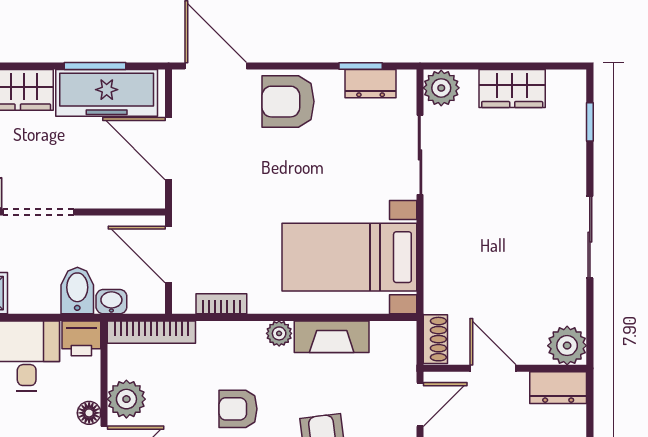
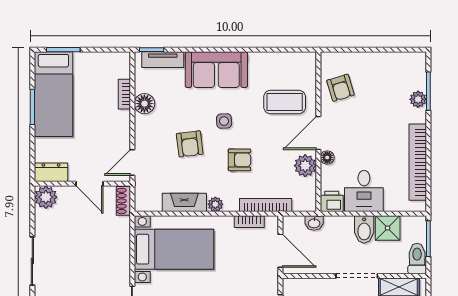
bidet: (77, 291) -> (364, 230), moved
bookcase: (151, 332) -> (266, 205), moved

